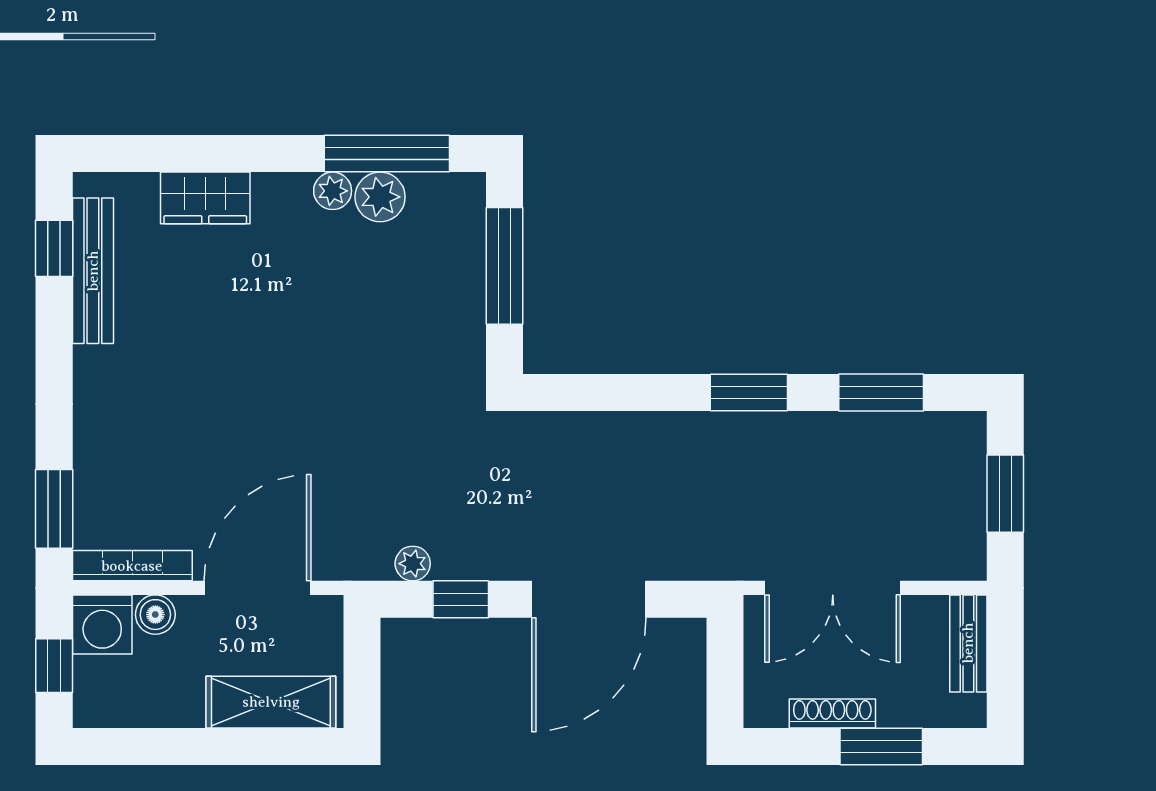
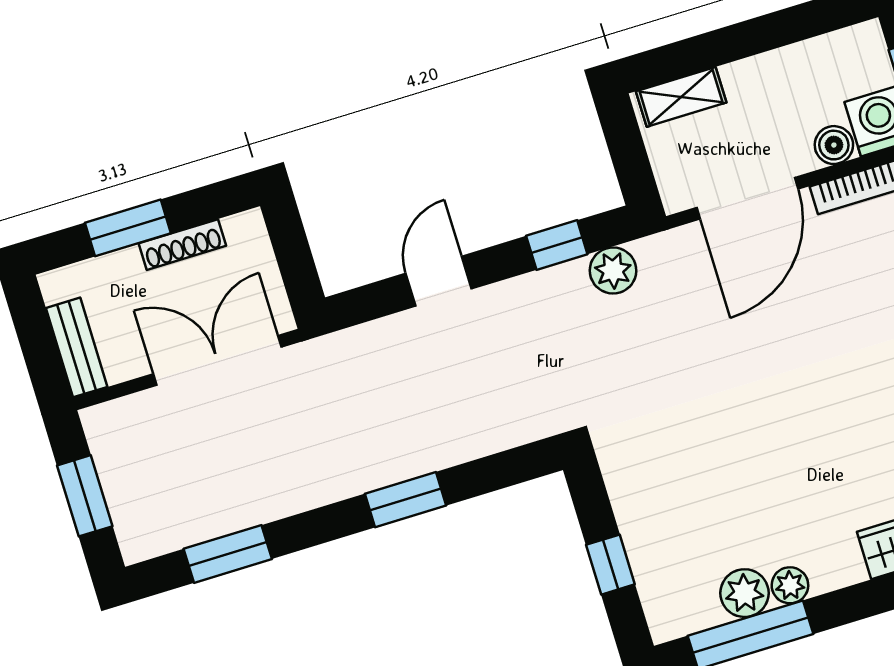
window: (504, 266) -> (610, 565), width x0.46
window: (749, 393) -> (406, 500), moved
plant: (413, 564) -> (613, 271), width x1.38, depth x1.38
door: (589, 599) -> (439, 281), width x0.53
shelving: (271, 702) -> (681, 97), width x0.67, depth x0.75

